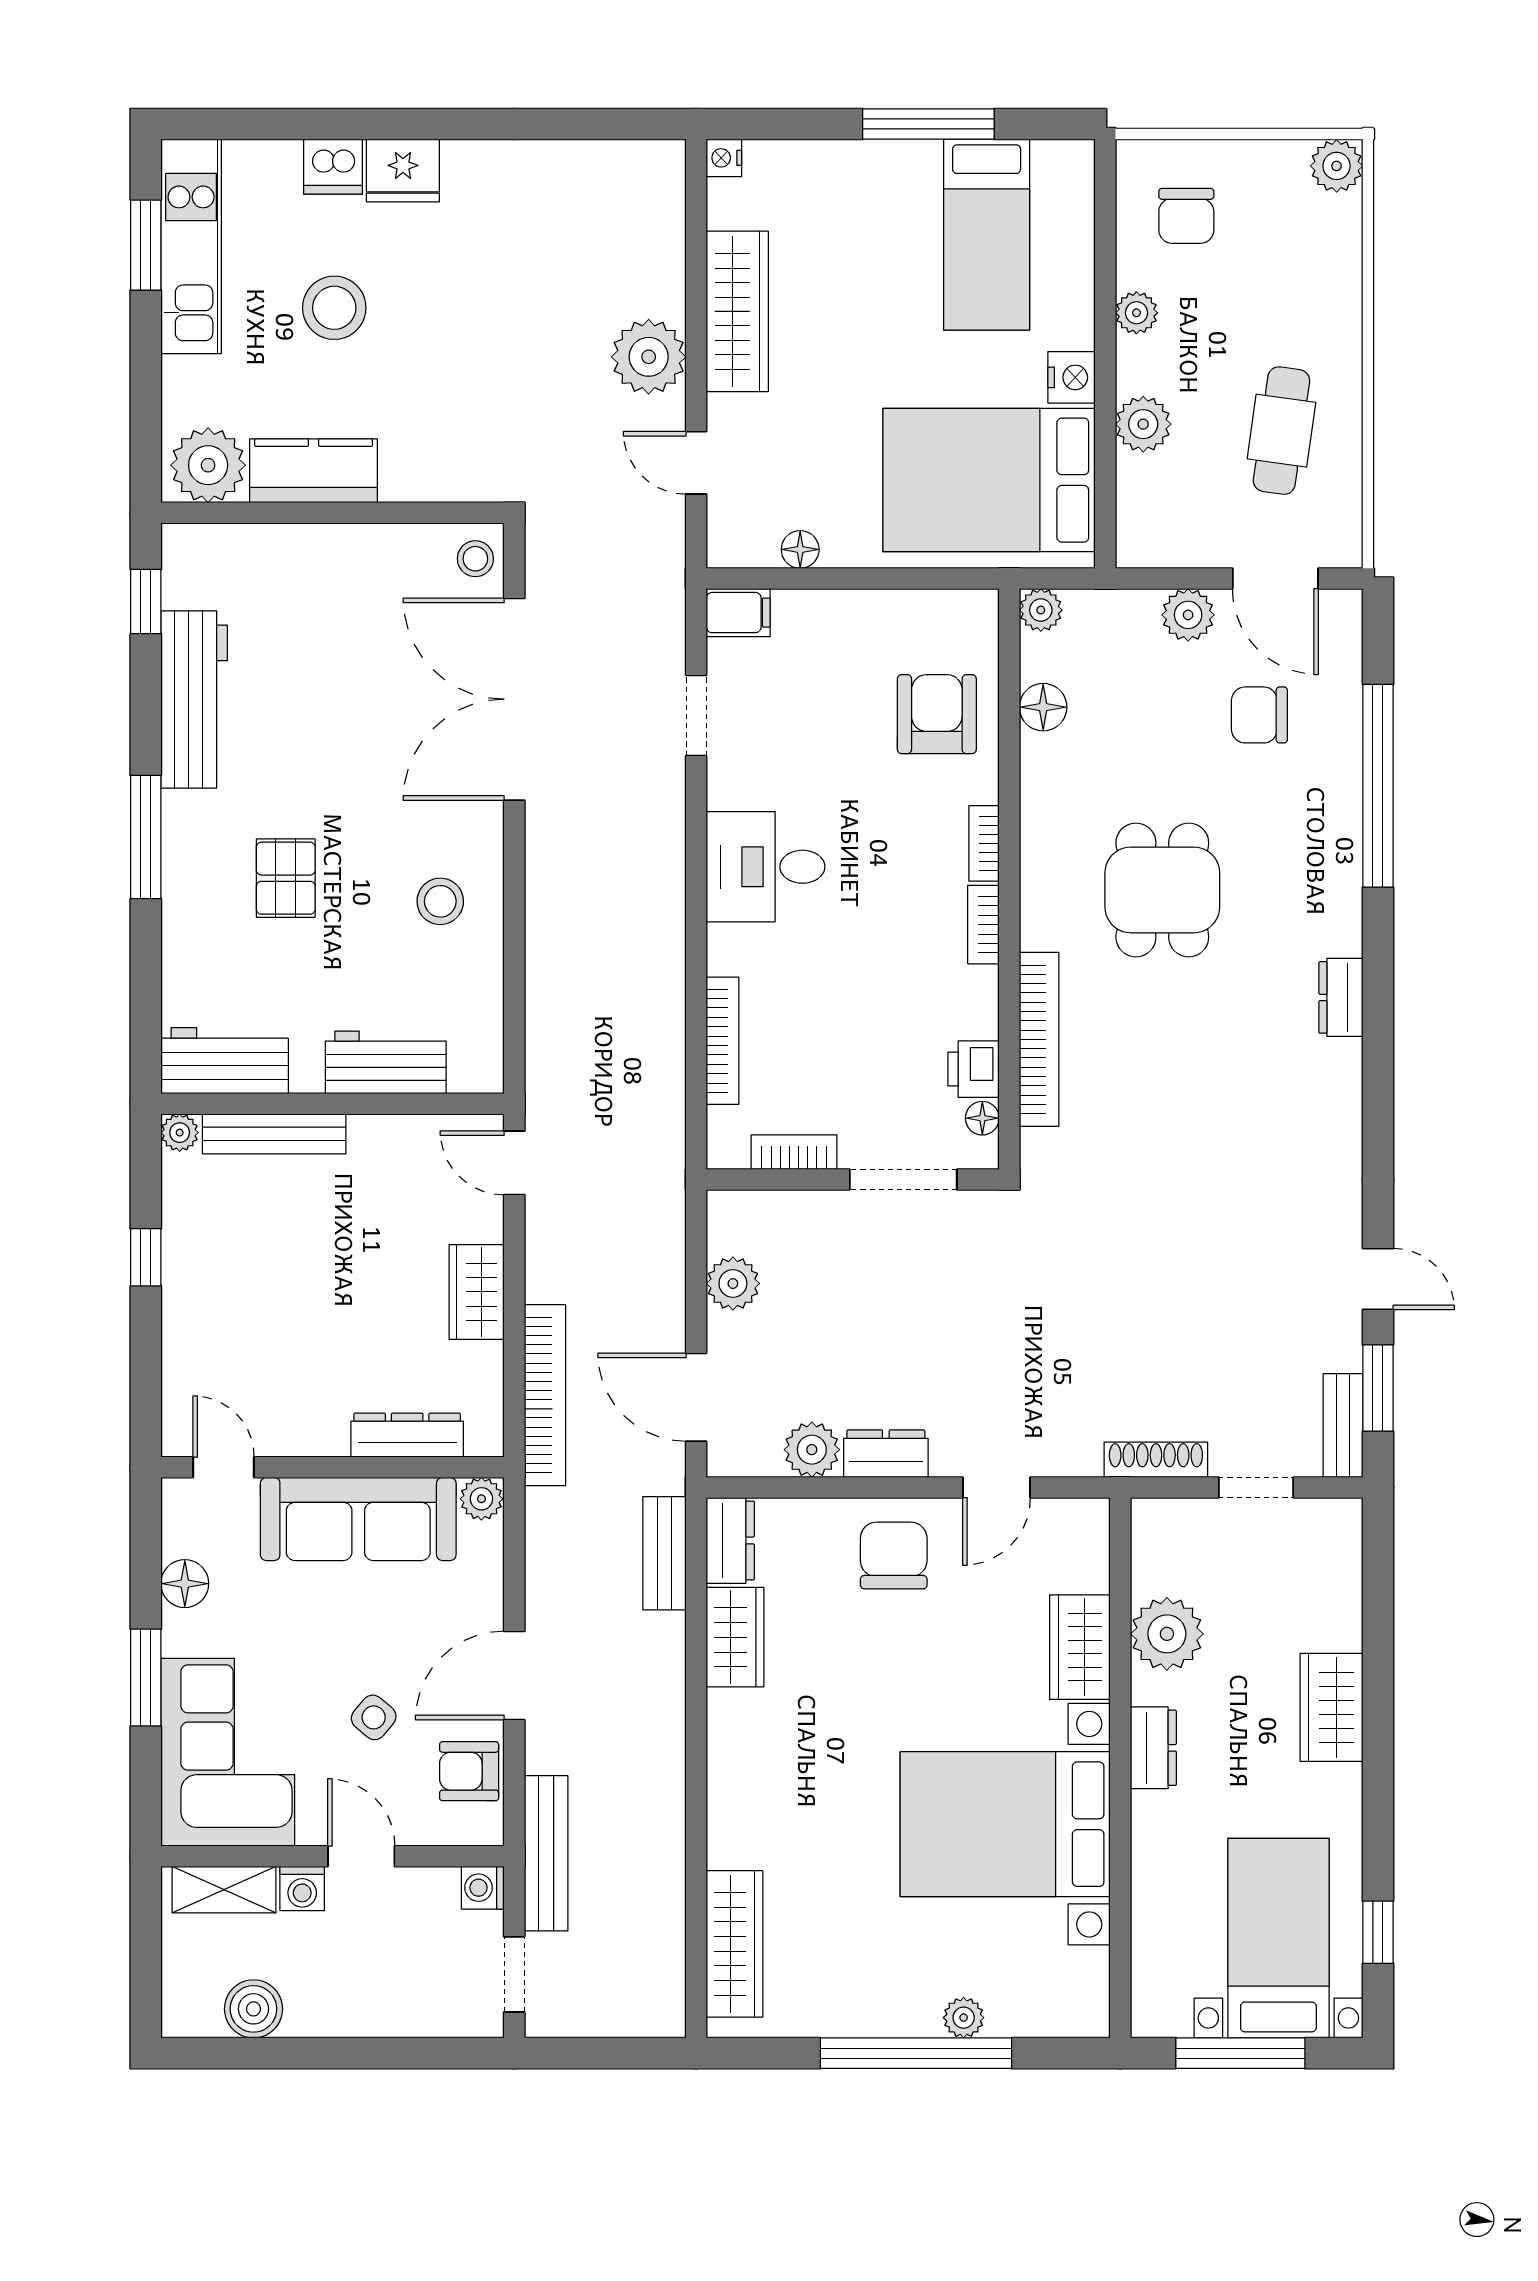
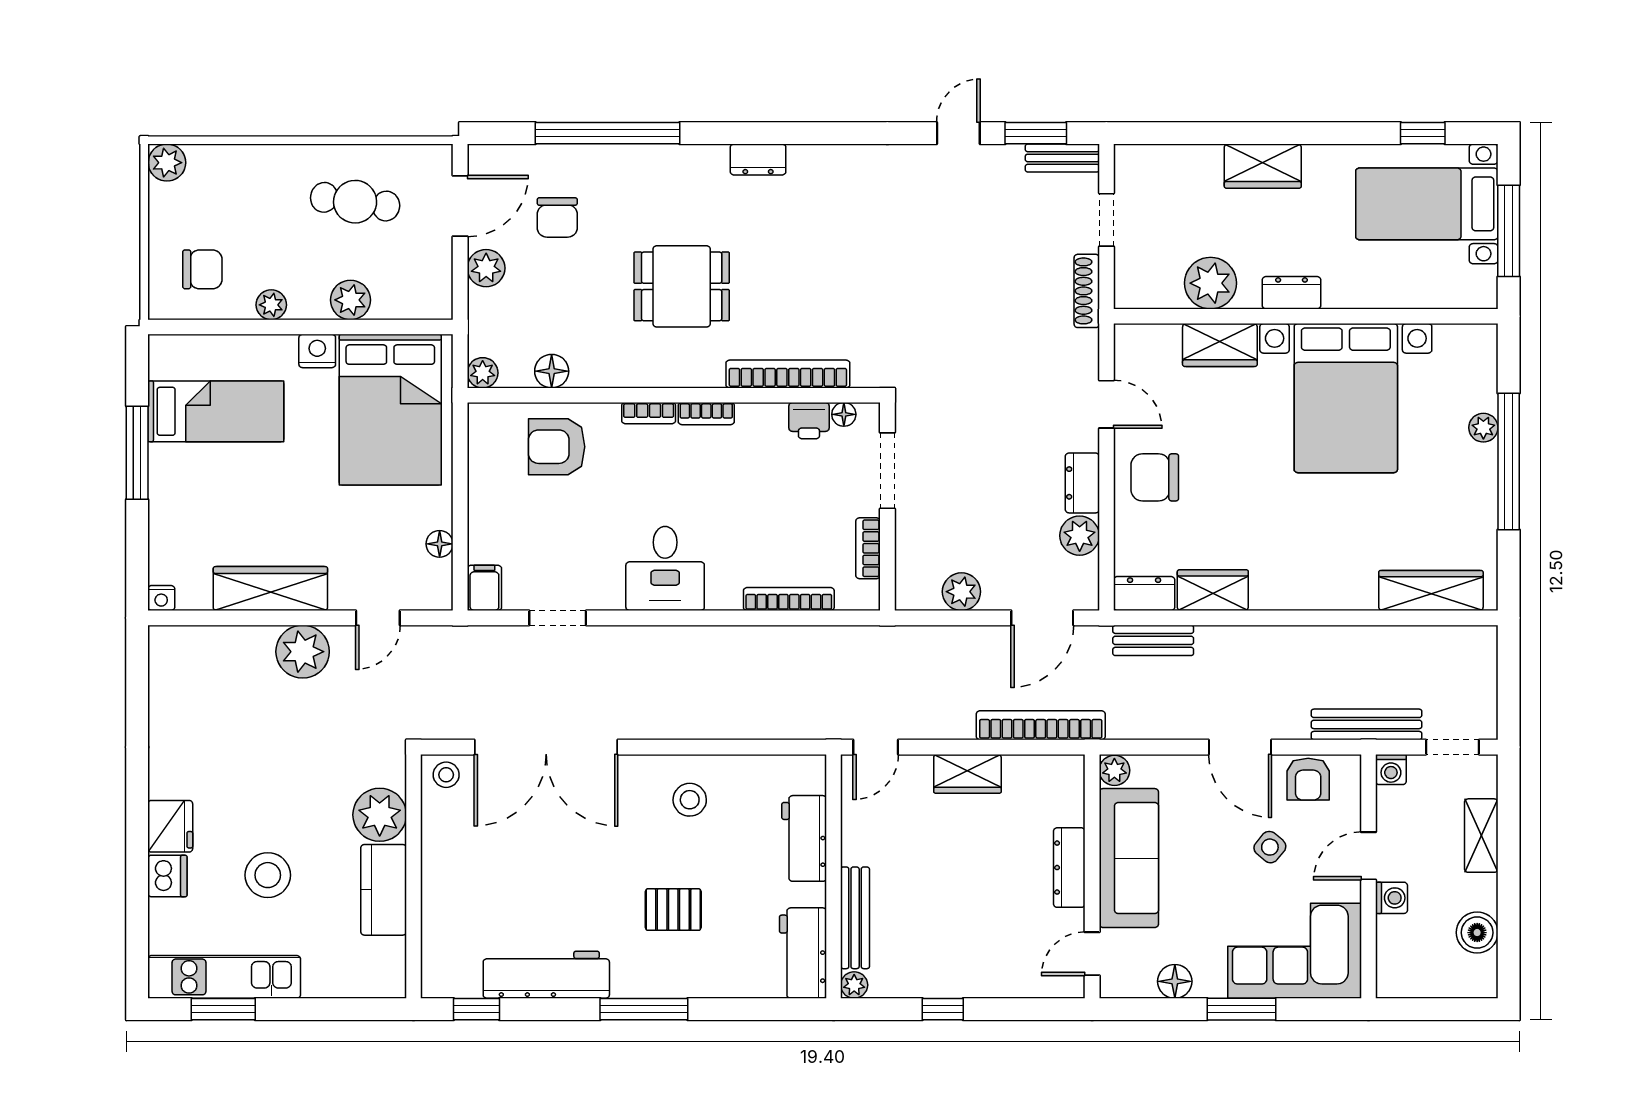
plant: (208, 465) -> (380, 815), moved
dresser: (407, 1435) -> (1069, 868), moved
shelving: (224, 1890) -> (1481, 836), moved

